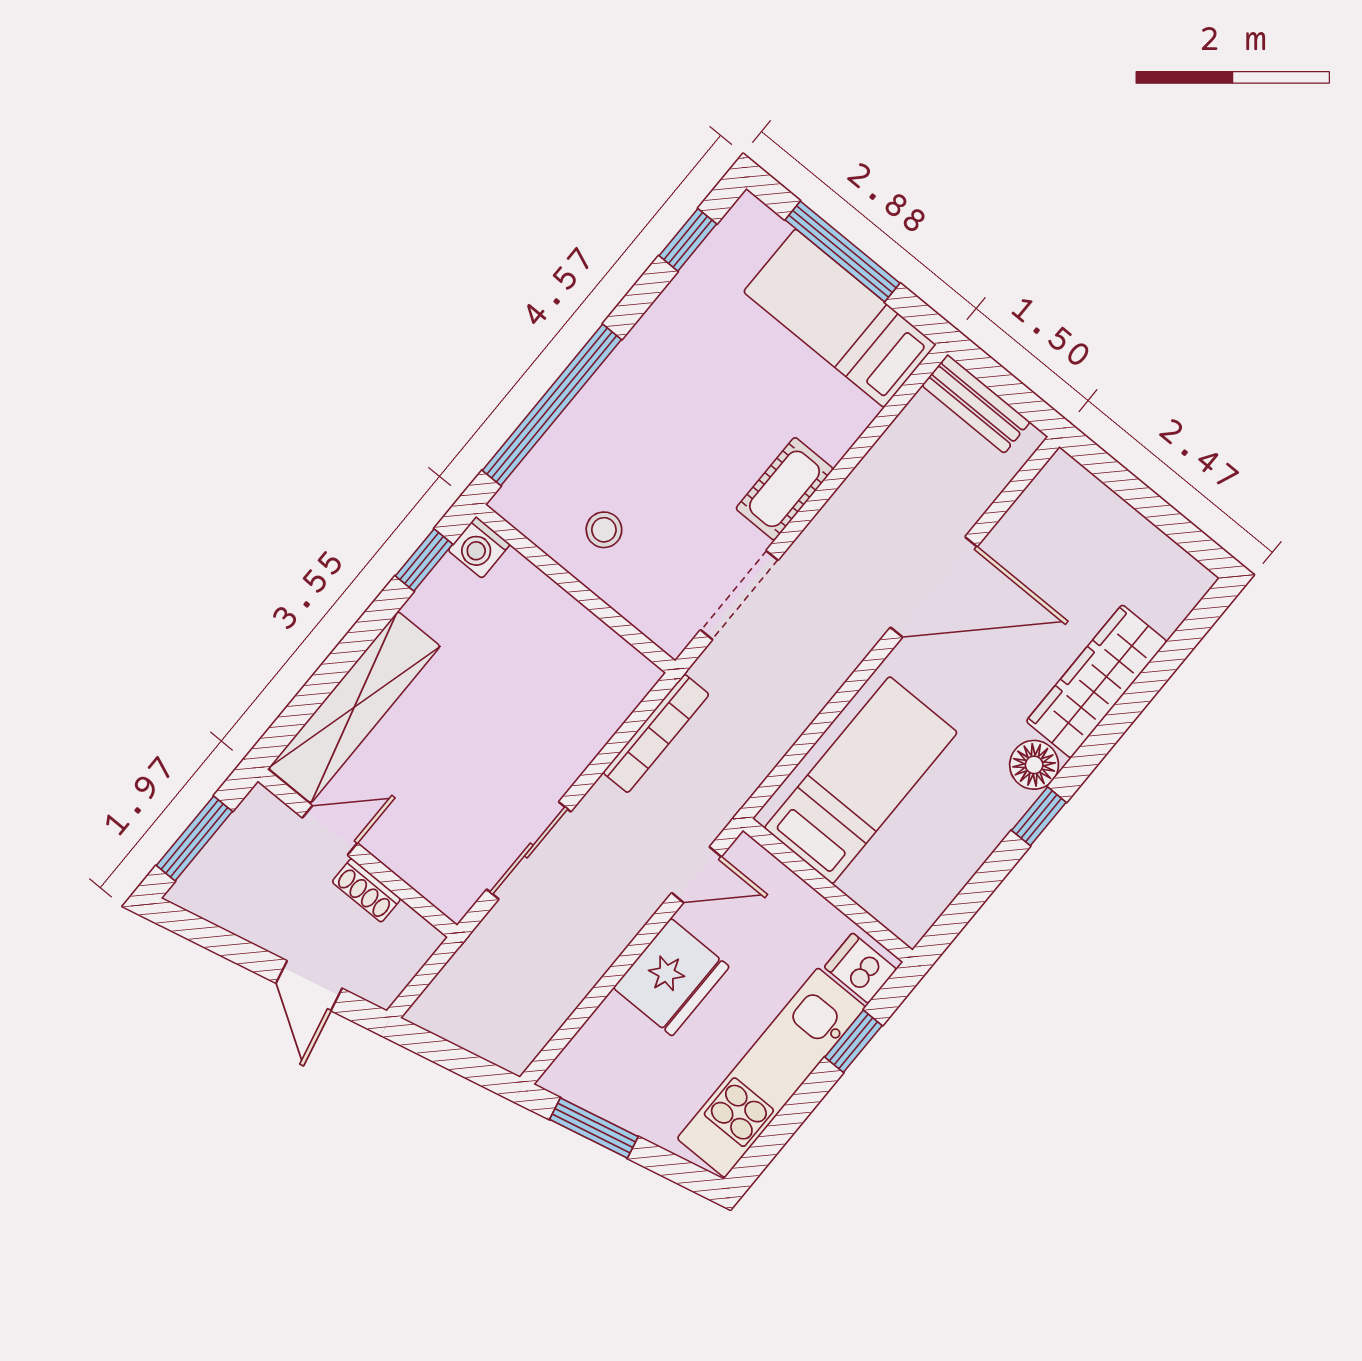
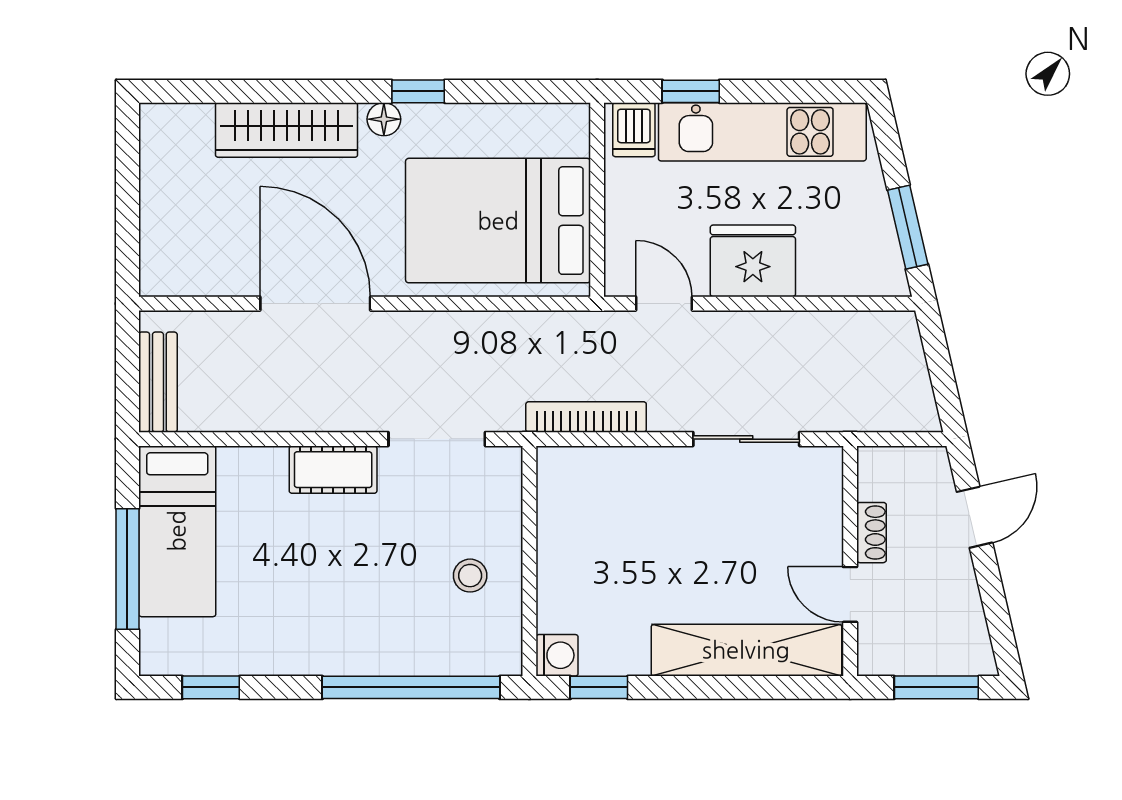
floor lamp: (1034, 765) -> (384, 119), width x0.73, depth x0.73
bed: (861, 780) -> (498, 221), width x1.50

